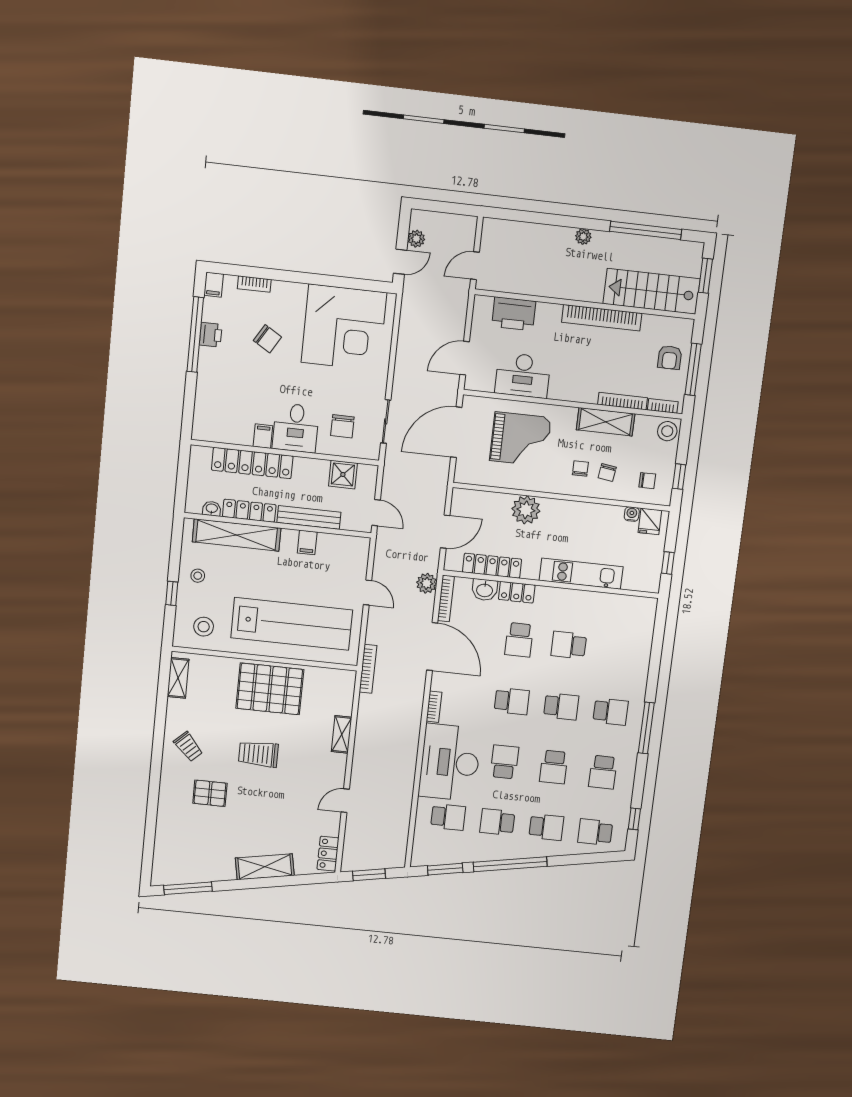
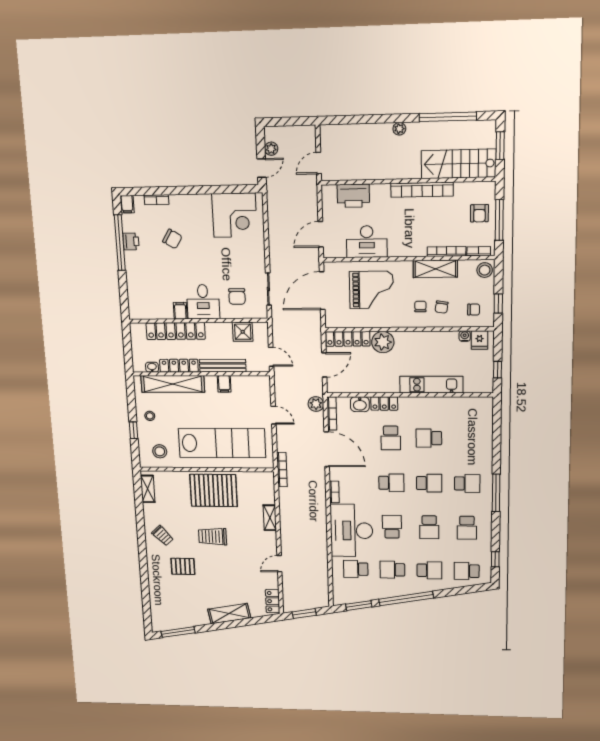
corner desk: (344, 328) -> (234, 215), width x0.74, depth x0.74
locker: (492, 566) -> (348, 339), moved, turned 180
school desk: (448, 817) -> (356, 569), turned 180

